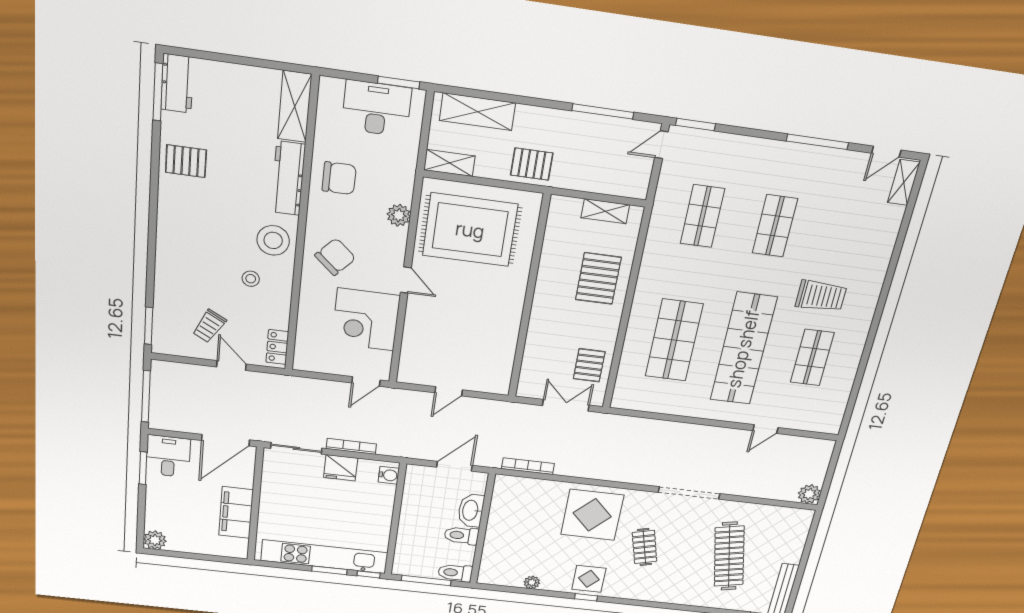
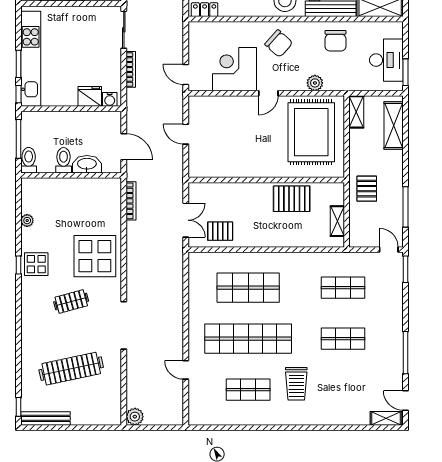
pallet: (532, 164) -> (367, 189), moved
pallet: (598, 278) -> (292, 199), moved
fridge: (341, 468) -> (90, 96), moved, turned 90

